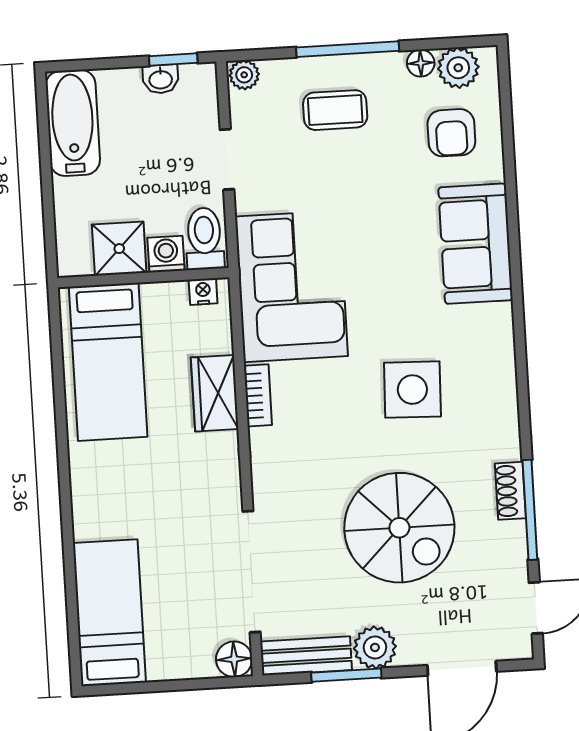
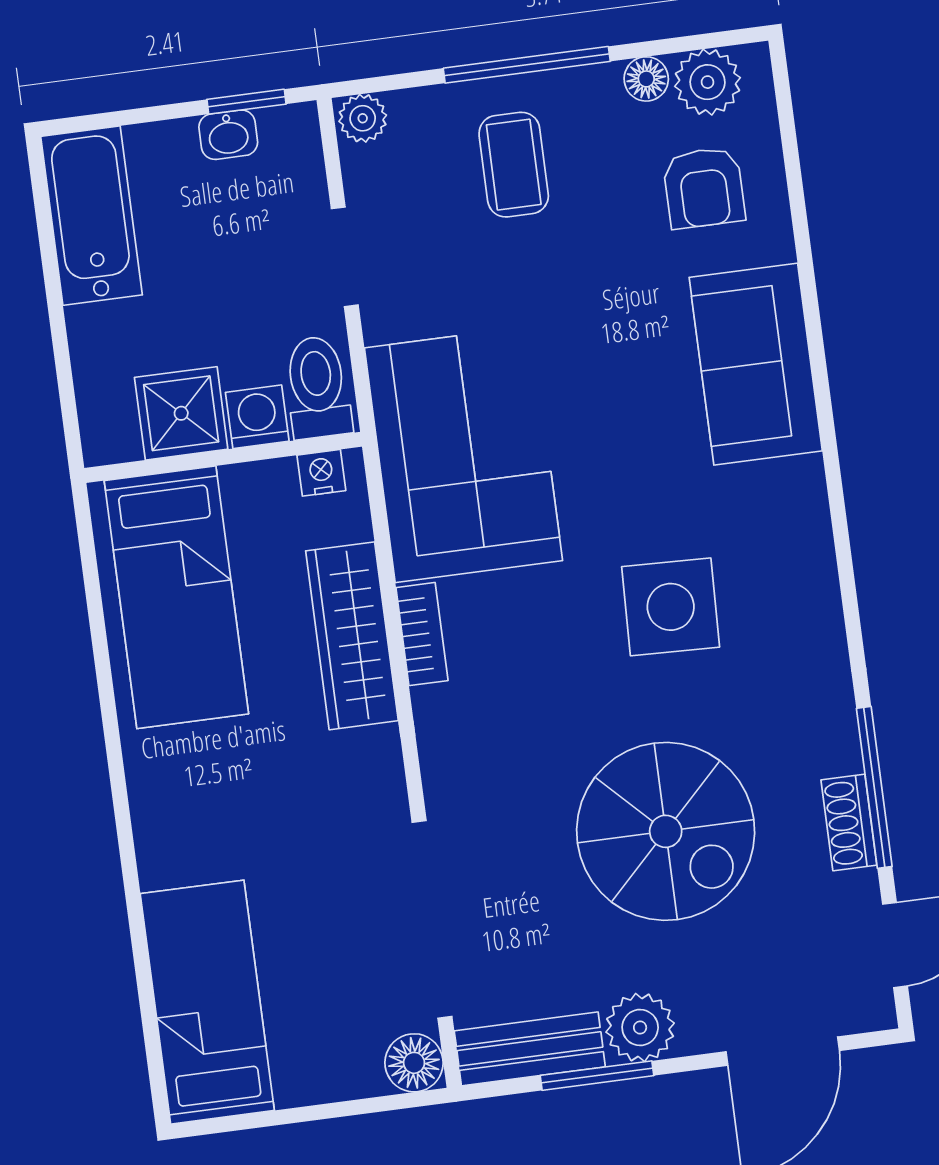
coffee table: (335, 110) -> (514, 165), turned 90
wardrobe: (215, 393) -> (352, 636), width x1.50
shoe rack: (510, 491) -> (849, 823), moved

